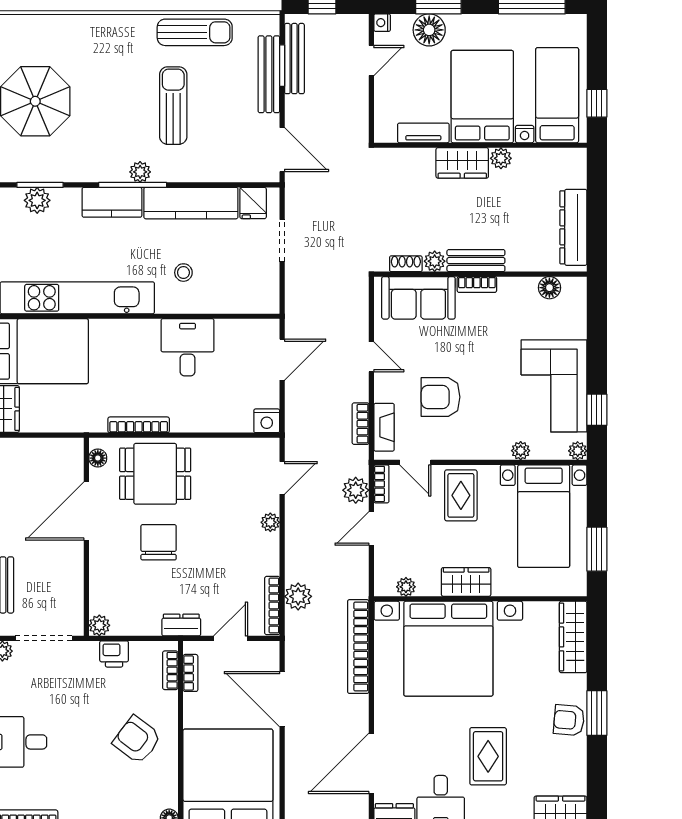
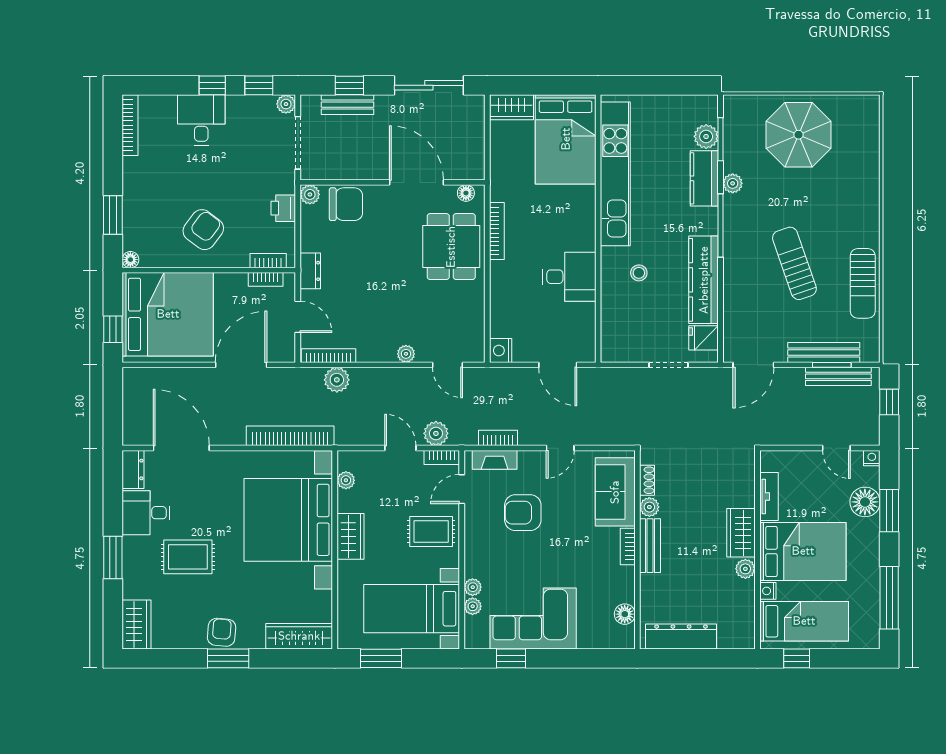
sun lounger: (173, 106) -> (794, 263), turned -109
plant: (140, 172) -> (733, 183), moved
kitchen counter: (112, 202) -> (704, 178), moved
armchair: (441, 397) -> (523, 513), turned -90
plant: (578, 451) -> (473, 606), moved
chair: (159, 542) -> (346, 204), moved

